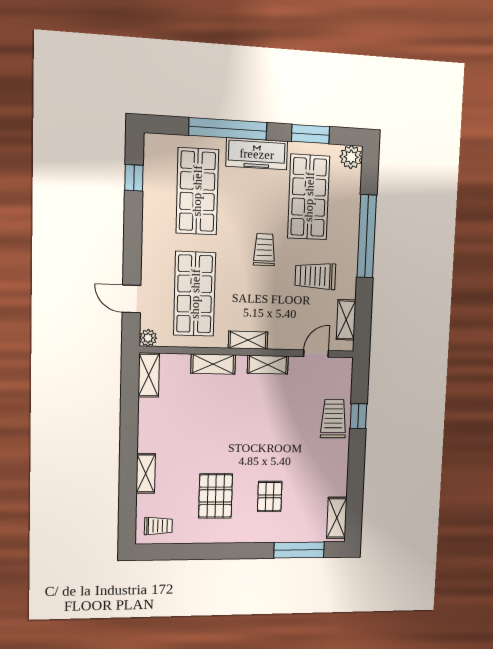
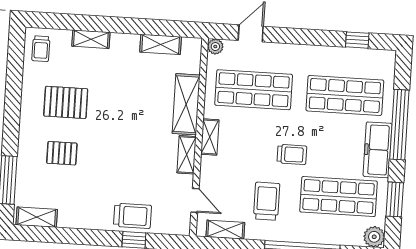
shelving: (213, 364) -> (186, 104), width x1.50, depth x1.33
shelving: (149, 375) -> (161, 44), moved

